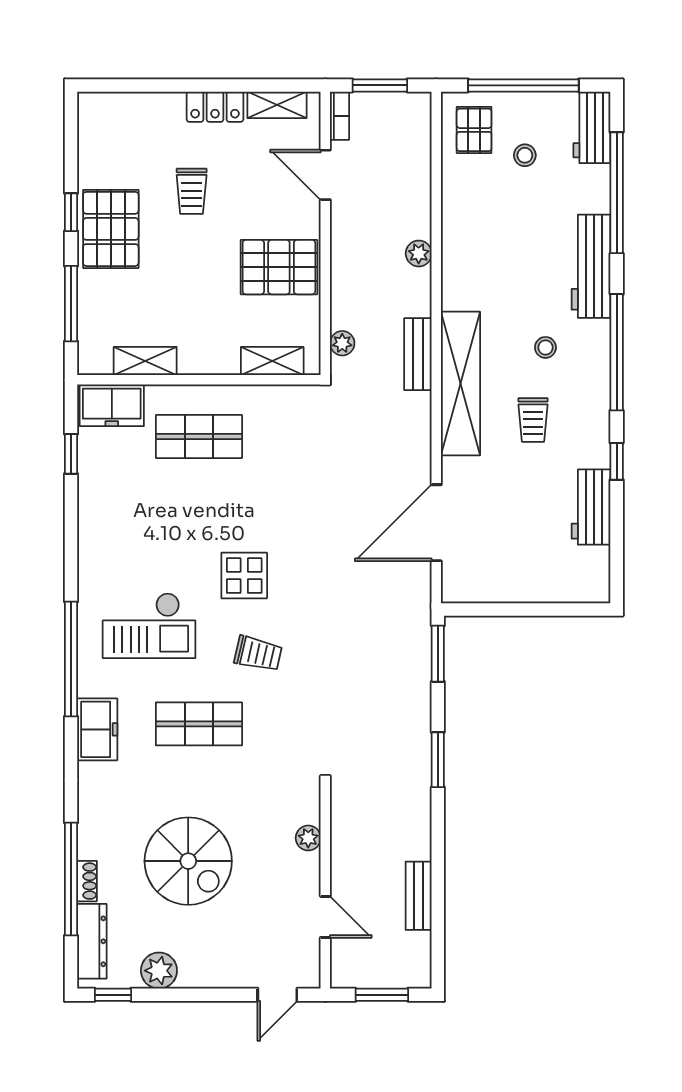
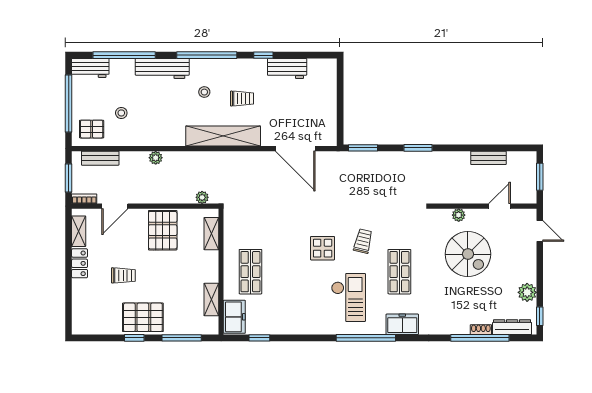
stool: (525, 155) -> (121, 113), moved
bench: (418, 354) -> (100, 158), moved
spiral stairs: (188, 861) -> (468, 254), moved, turned 90

